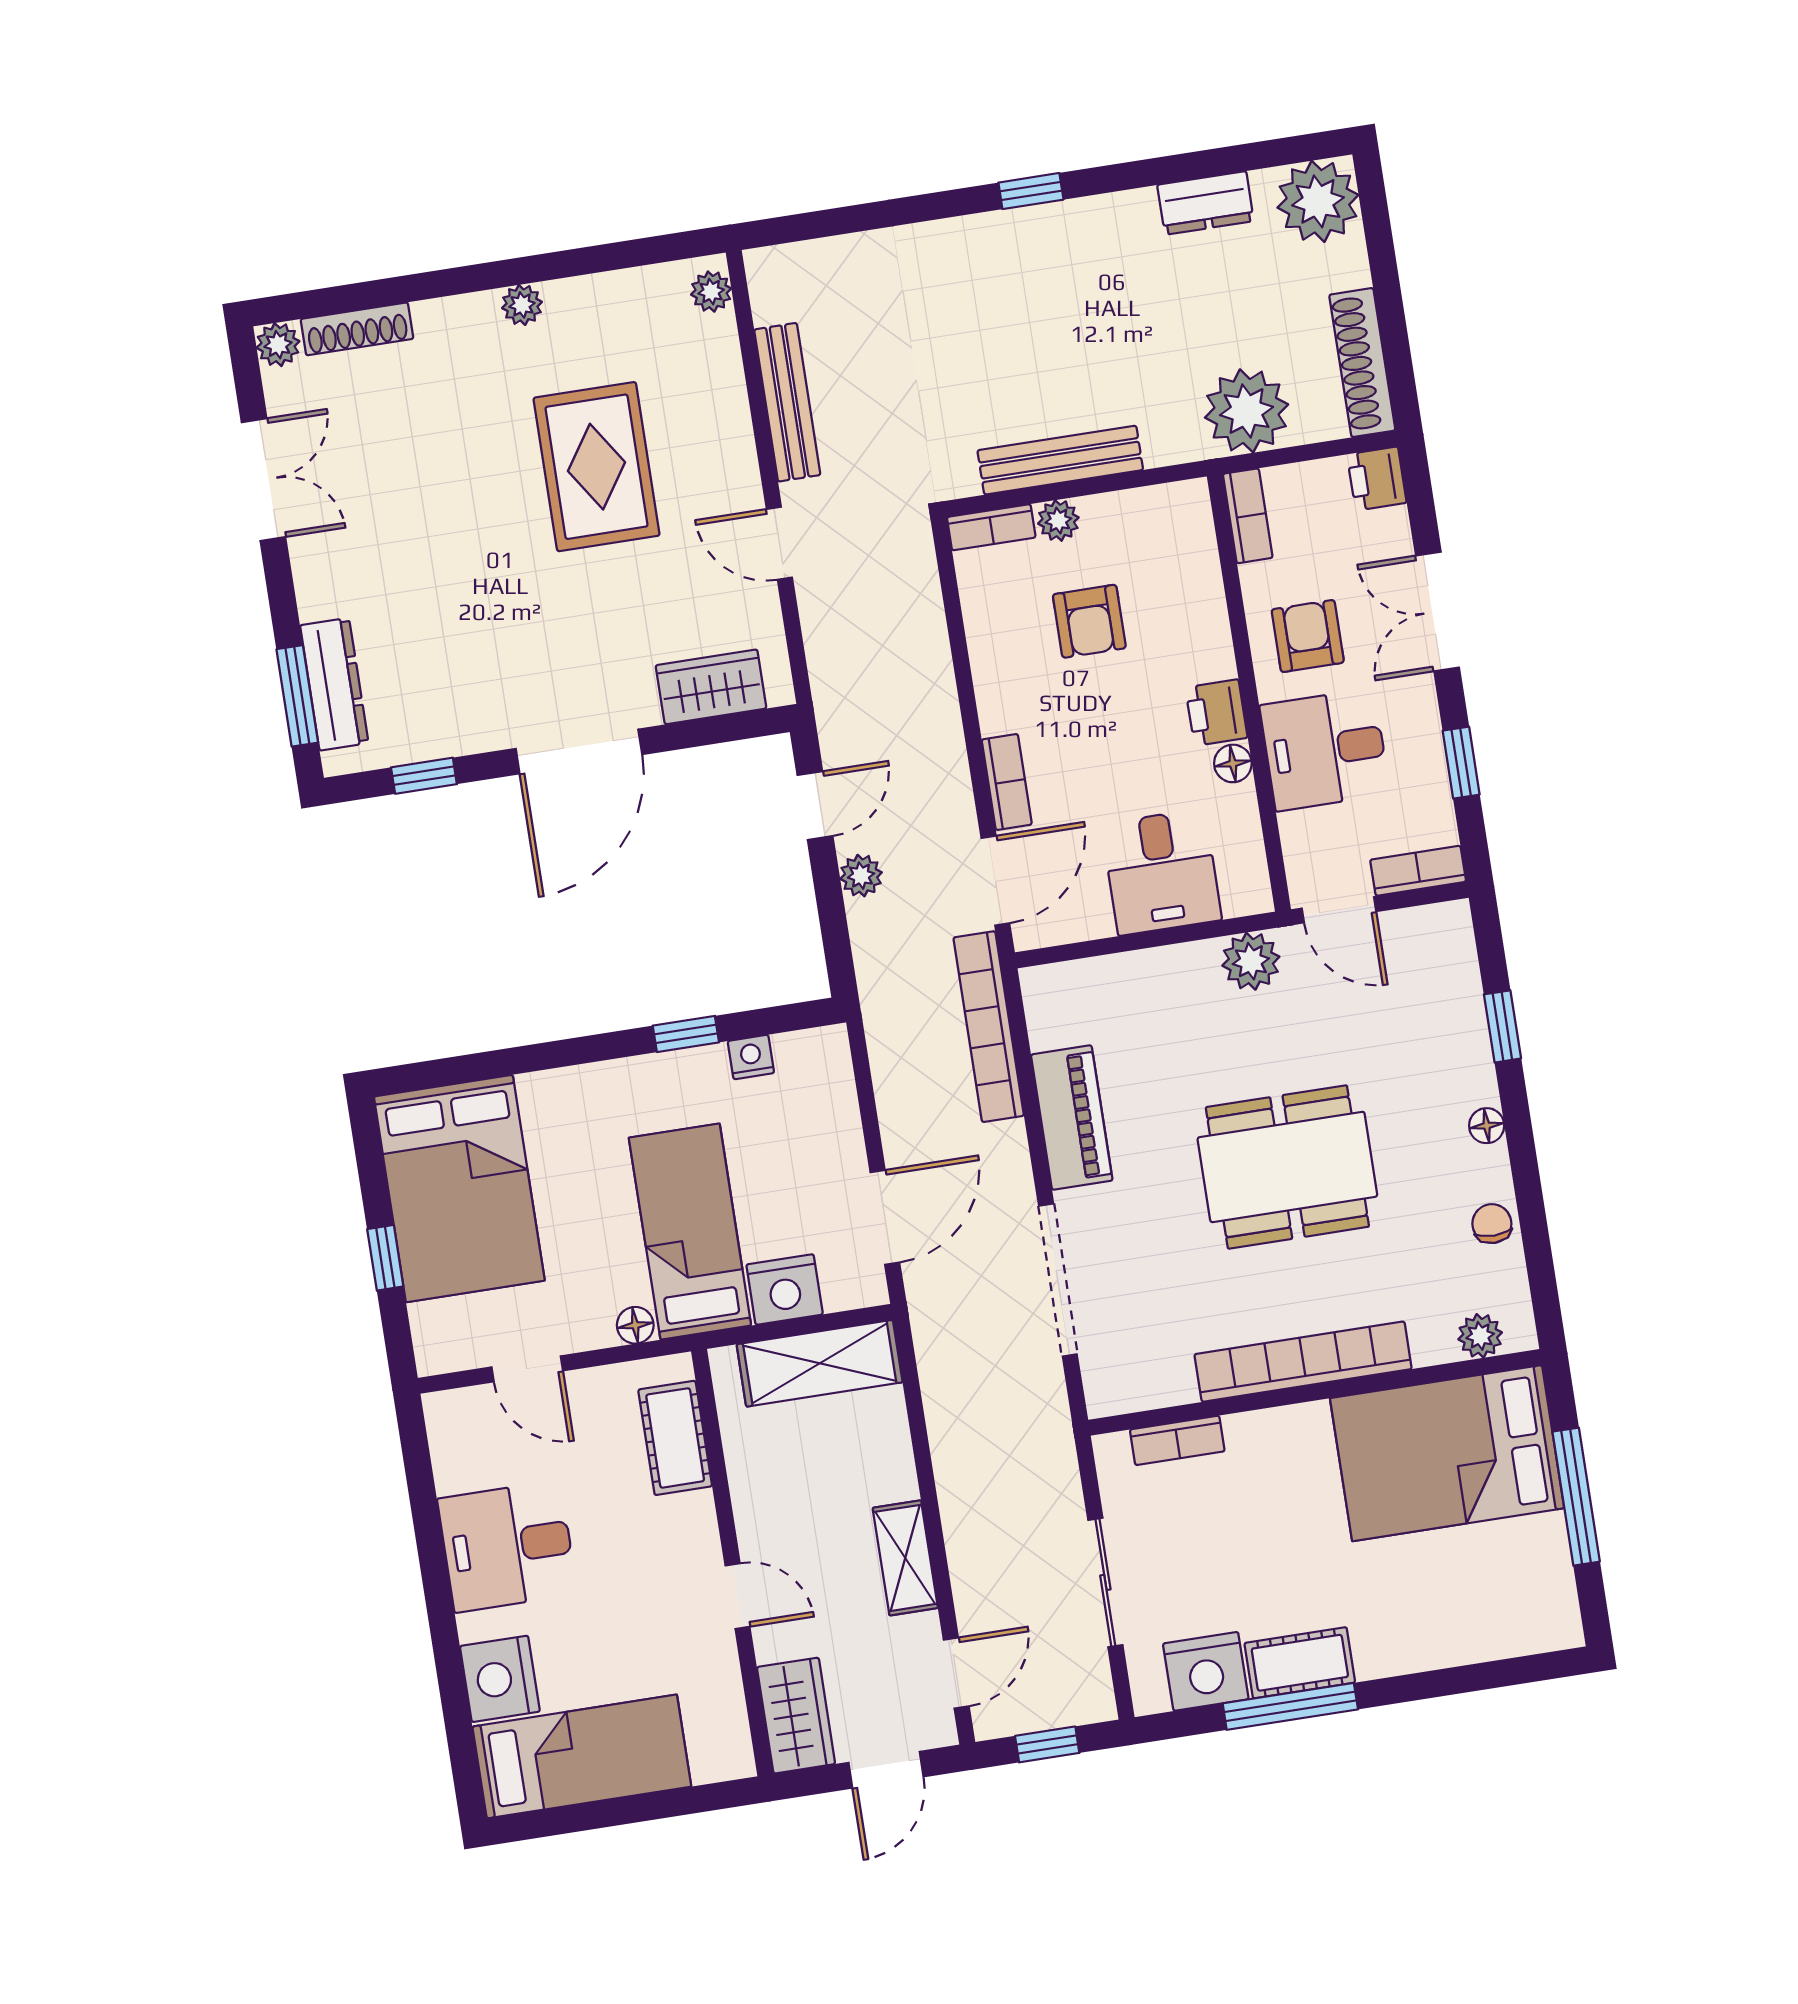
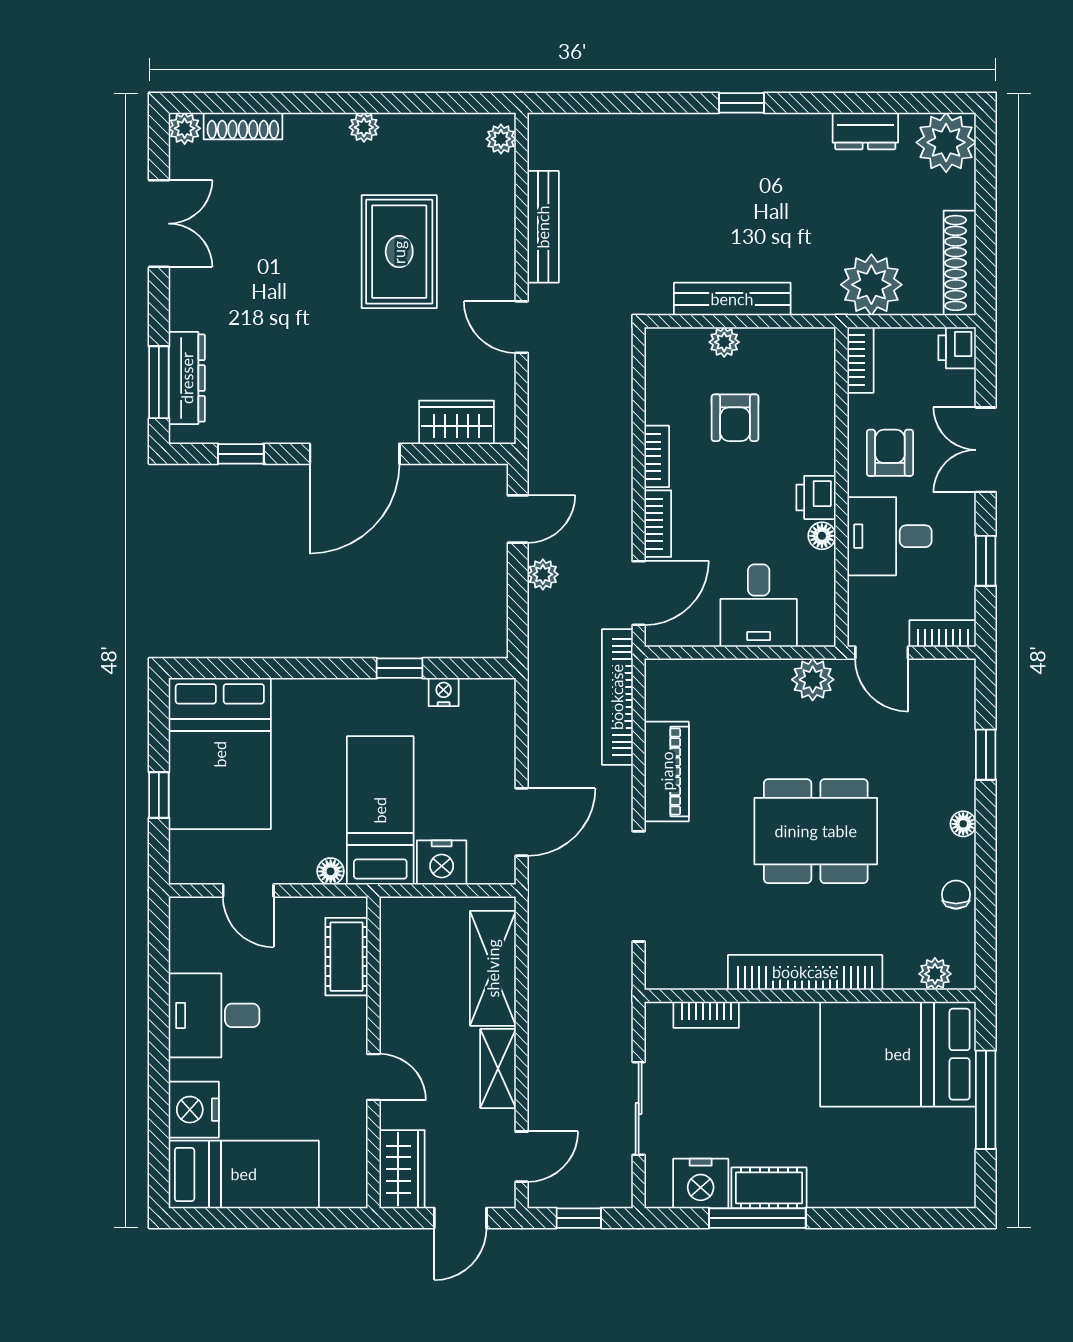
bookcase: (991, 527) -> (657, 456), moved, turned -90
shelving: (820, 1363) -> (493, 968), moved, turned 90

